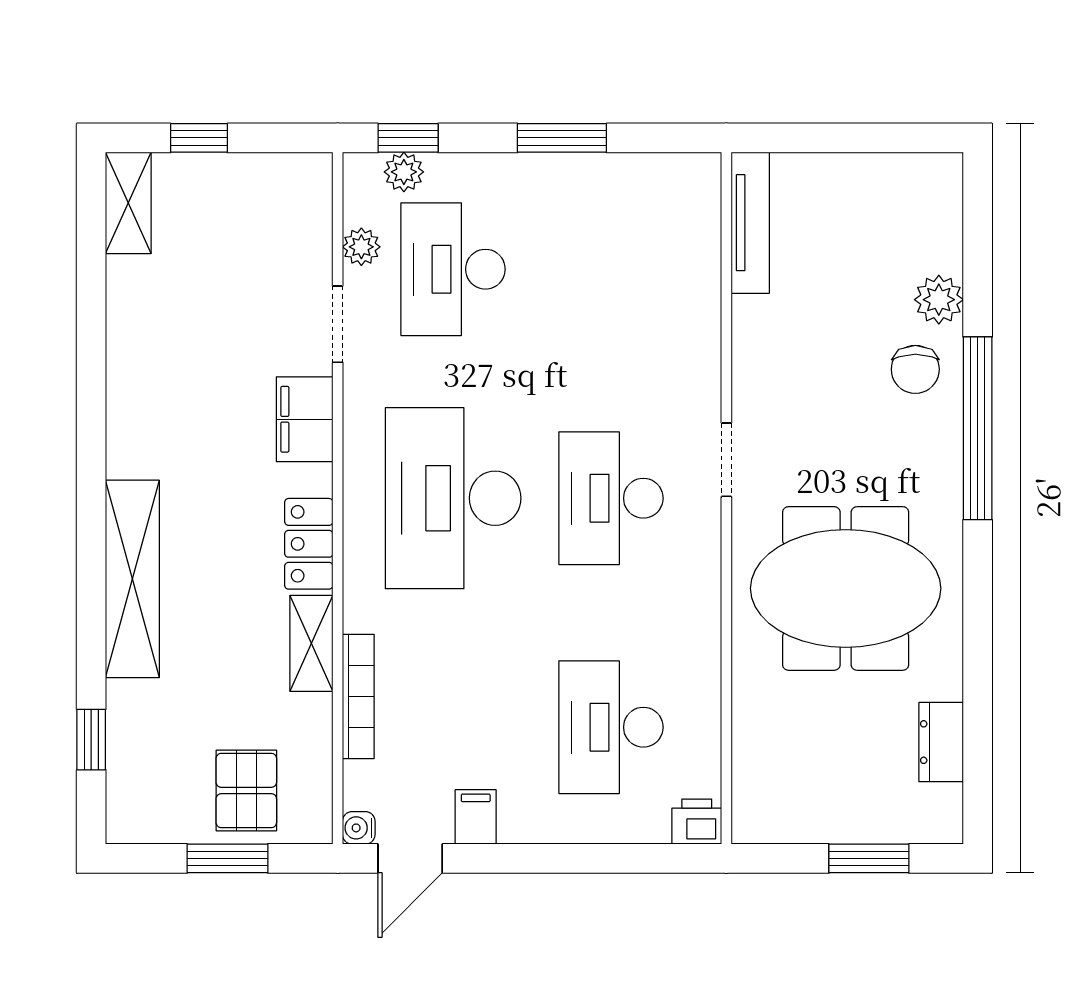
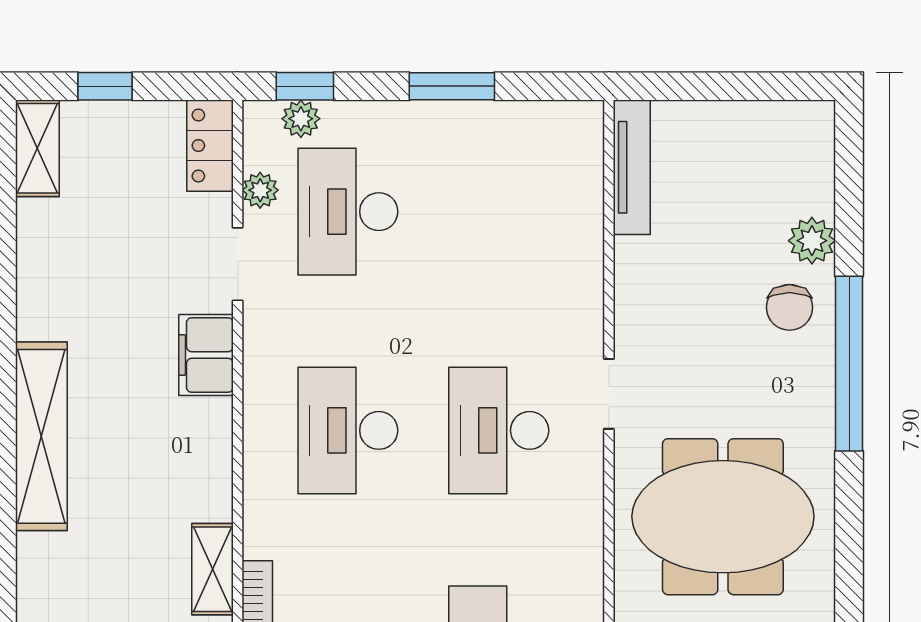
desk: (453, 498) -> (348, 430), width x0.73, depth x0.77
locker: (309, 544) -> (210, 146), moved
shelving: (132, 579) -> (41, 436), moved

